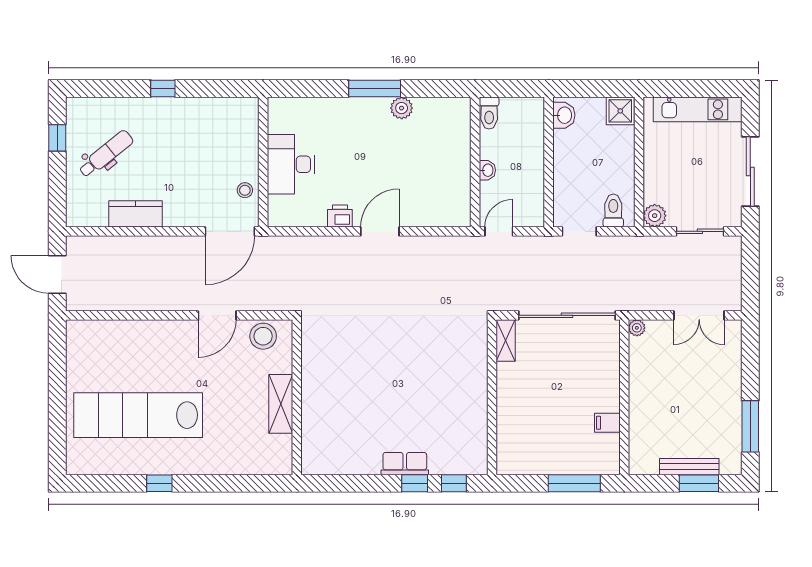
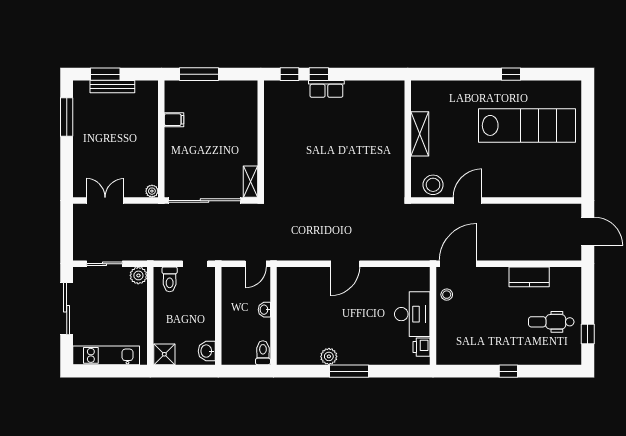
dental chair: (106, 154) -> (551, 322), turned 39
printer: (340, 216) -> (421, 347), moved, turned 90

